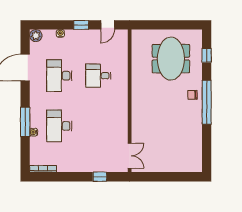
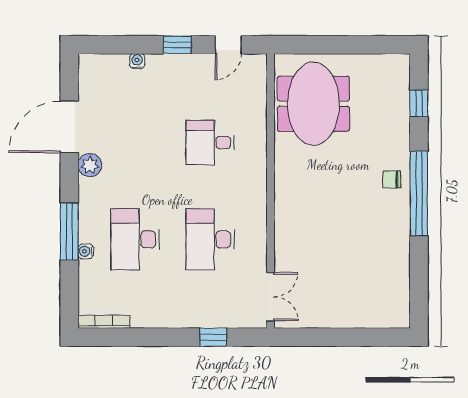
plant: (36, 36) -> (90, 165), moved
meeting table: (171, 59) -> (313, 104), moved
desk: (59, 76) -> (210, 239), moved

